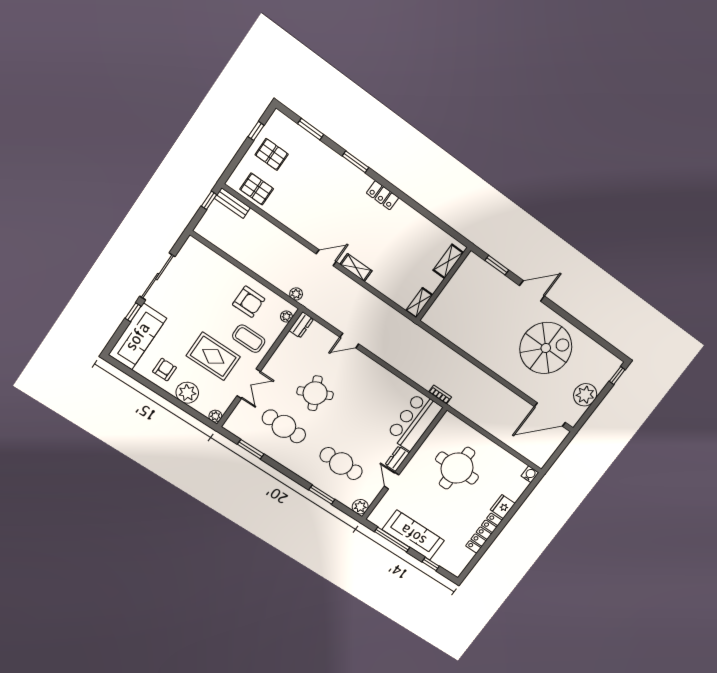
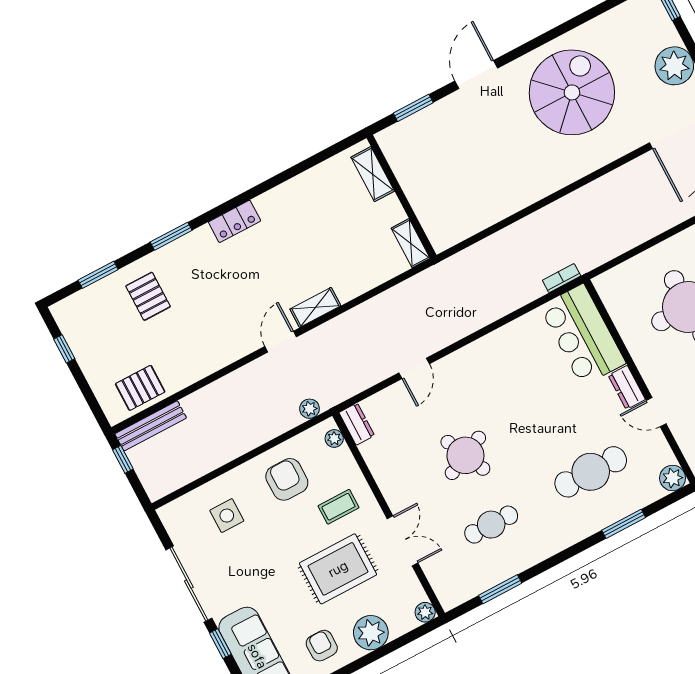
pallet: (272, 154) -> (148, 296), moved, turned 90
bench: (232, 203) -> (151, 426), width x1.36
side table: (209, 278) -> (227, 516), added
armchair: (249, 302) -> (287, 479), turned -90
coffee table: (249, 339) -> (338, 507), width x0.73, depth x0.77
cafe table: (284, 426) -> (491, 525), width x0.73, depth x0.74

